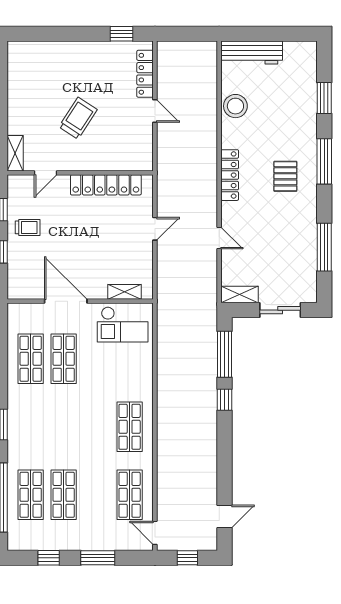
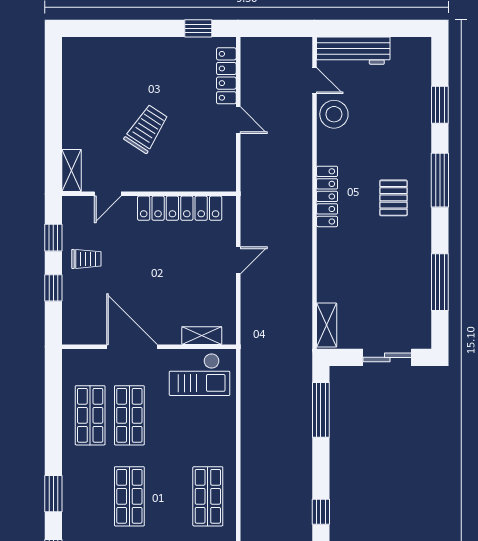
door: (219, 238) -> (315, 81), moved
shelving: (239, 295) -> (327, 325), moved, turned 90
window: (224, 400) -> (321, 512), moved
shop shelf: (64, 427) -> (129, 496), added

